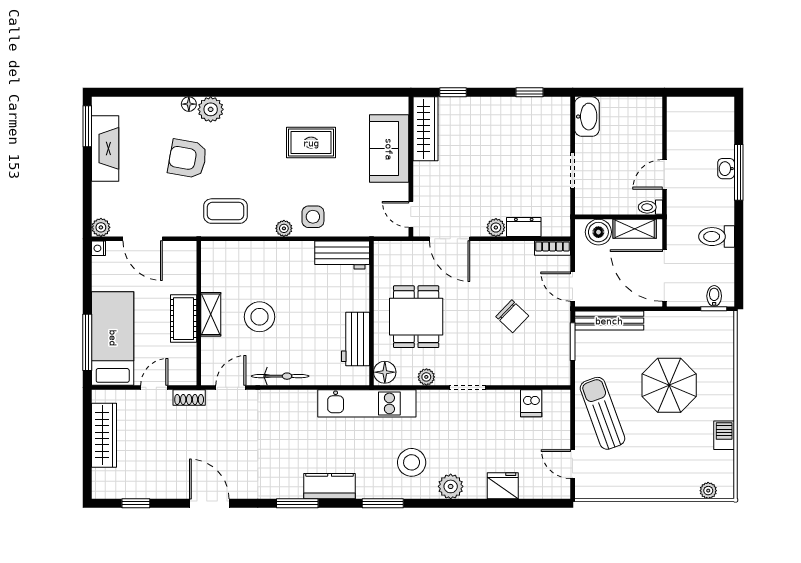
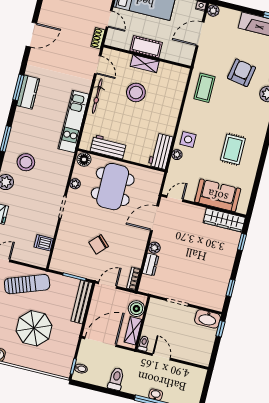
window: (597, 92) -> (220, 329), added
plant: (284, 228) -> (177, 155), moved
dining table: (416, 317) -> (113, 187), width x1.38
kitchen unit: (367, 403) -> (74, 121), moved
kitchen counter: (330, 486) -> (28, 92), moved

